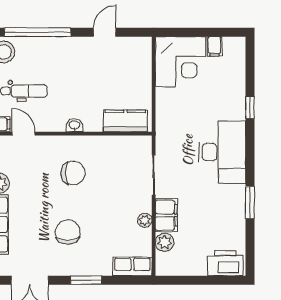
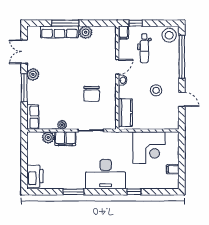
corner desk: (181, 62) -> (149, 148), moved, turned -90
stool: (90, 73) -> (156, 90), added
door: (24, 134) -> (117, 67), moved
chair: (73, 173) -> (92, 94), moved
chair: (68, 232) -> (55, 76), removed
plant: (65, 266) -> (33, 74), added
window: (86, 280) -> (24, 88), width x1.44

